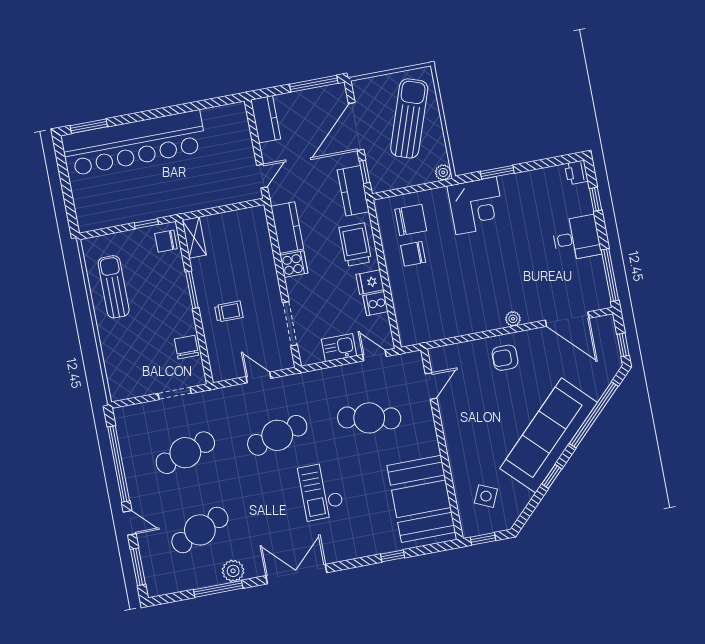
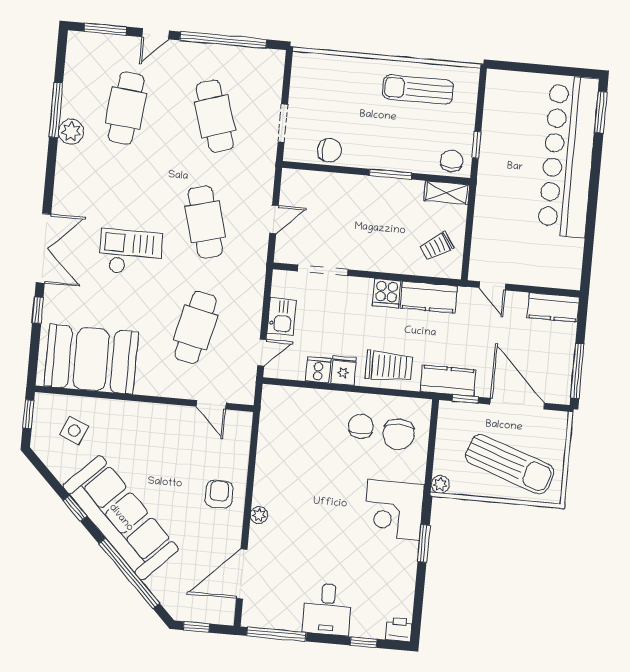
sun lounger: (114, 287) -> (418, 90), turned 180
trolley: (229, 312) -> (437, 246), moved, turned 57
cafe table: (200, 530) -> (126, 108), turned 30
double door: (296, 574) -> (43, 248), moved

